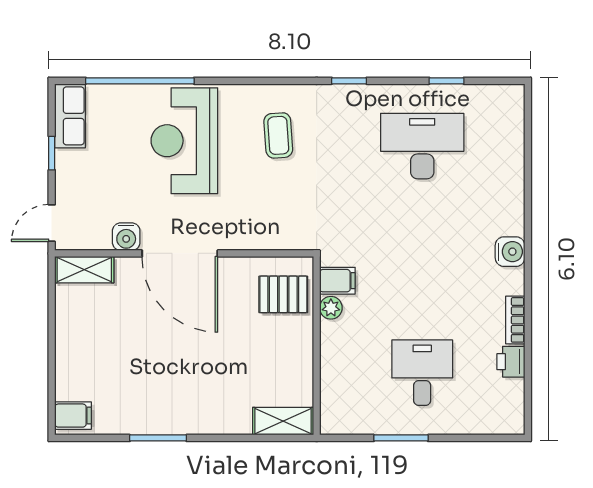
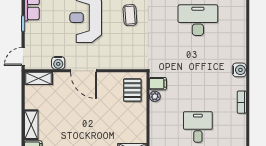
door: (180, 253) -> (84, 71), width x0.73
pallet: (283, 294) -> (132, 90), turned 90
printer: (511, 362) -> (240, 122), removed
shelving: (69, 368) -> (31, 125), added

